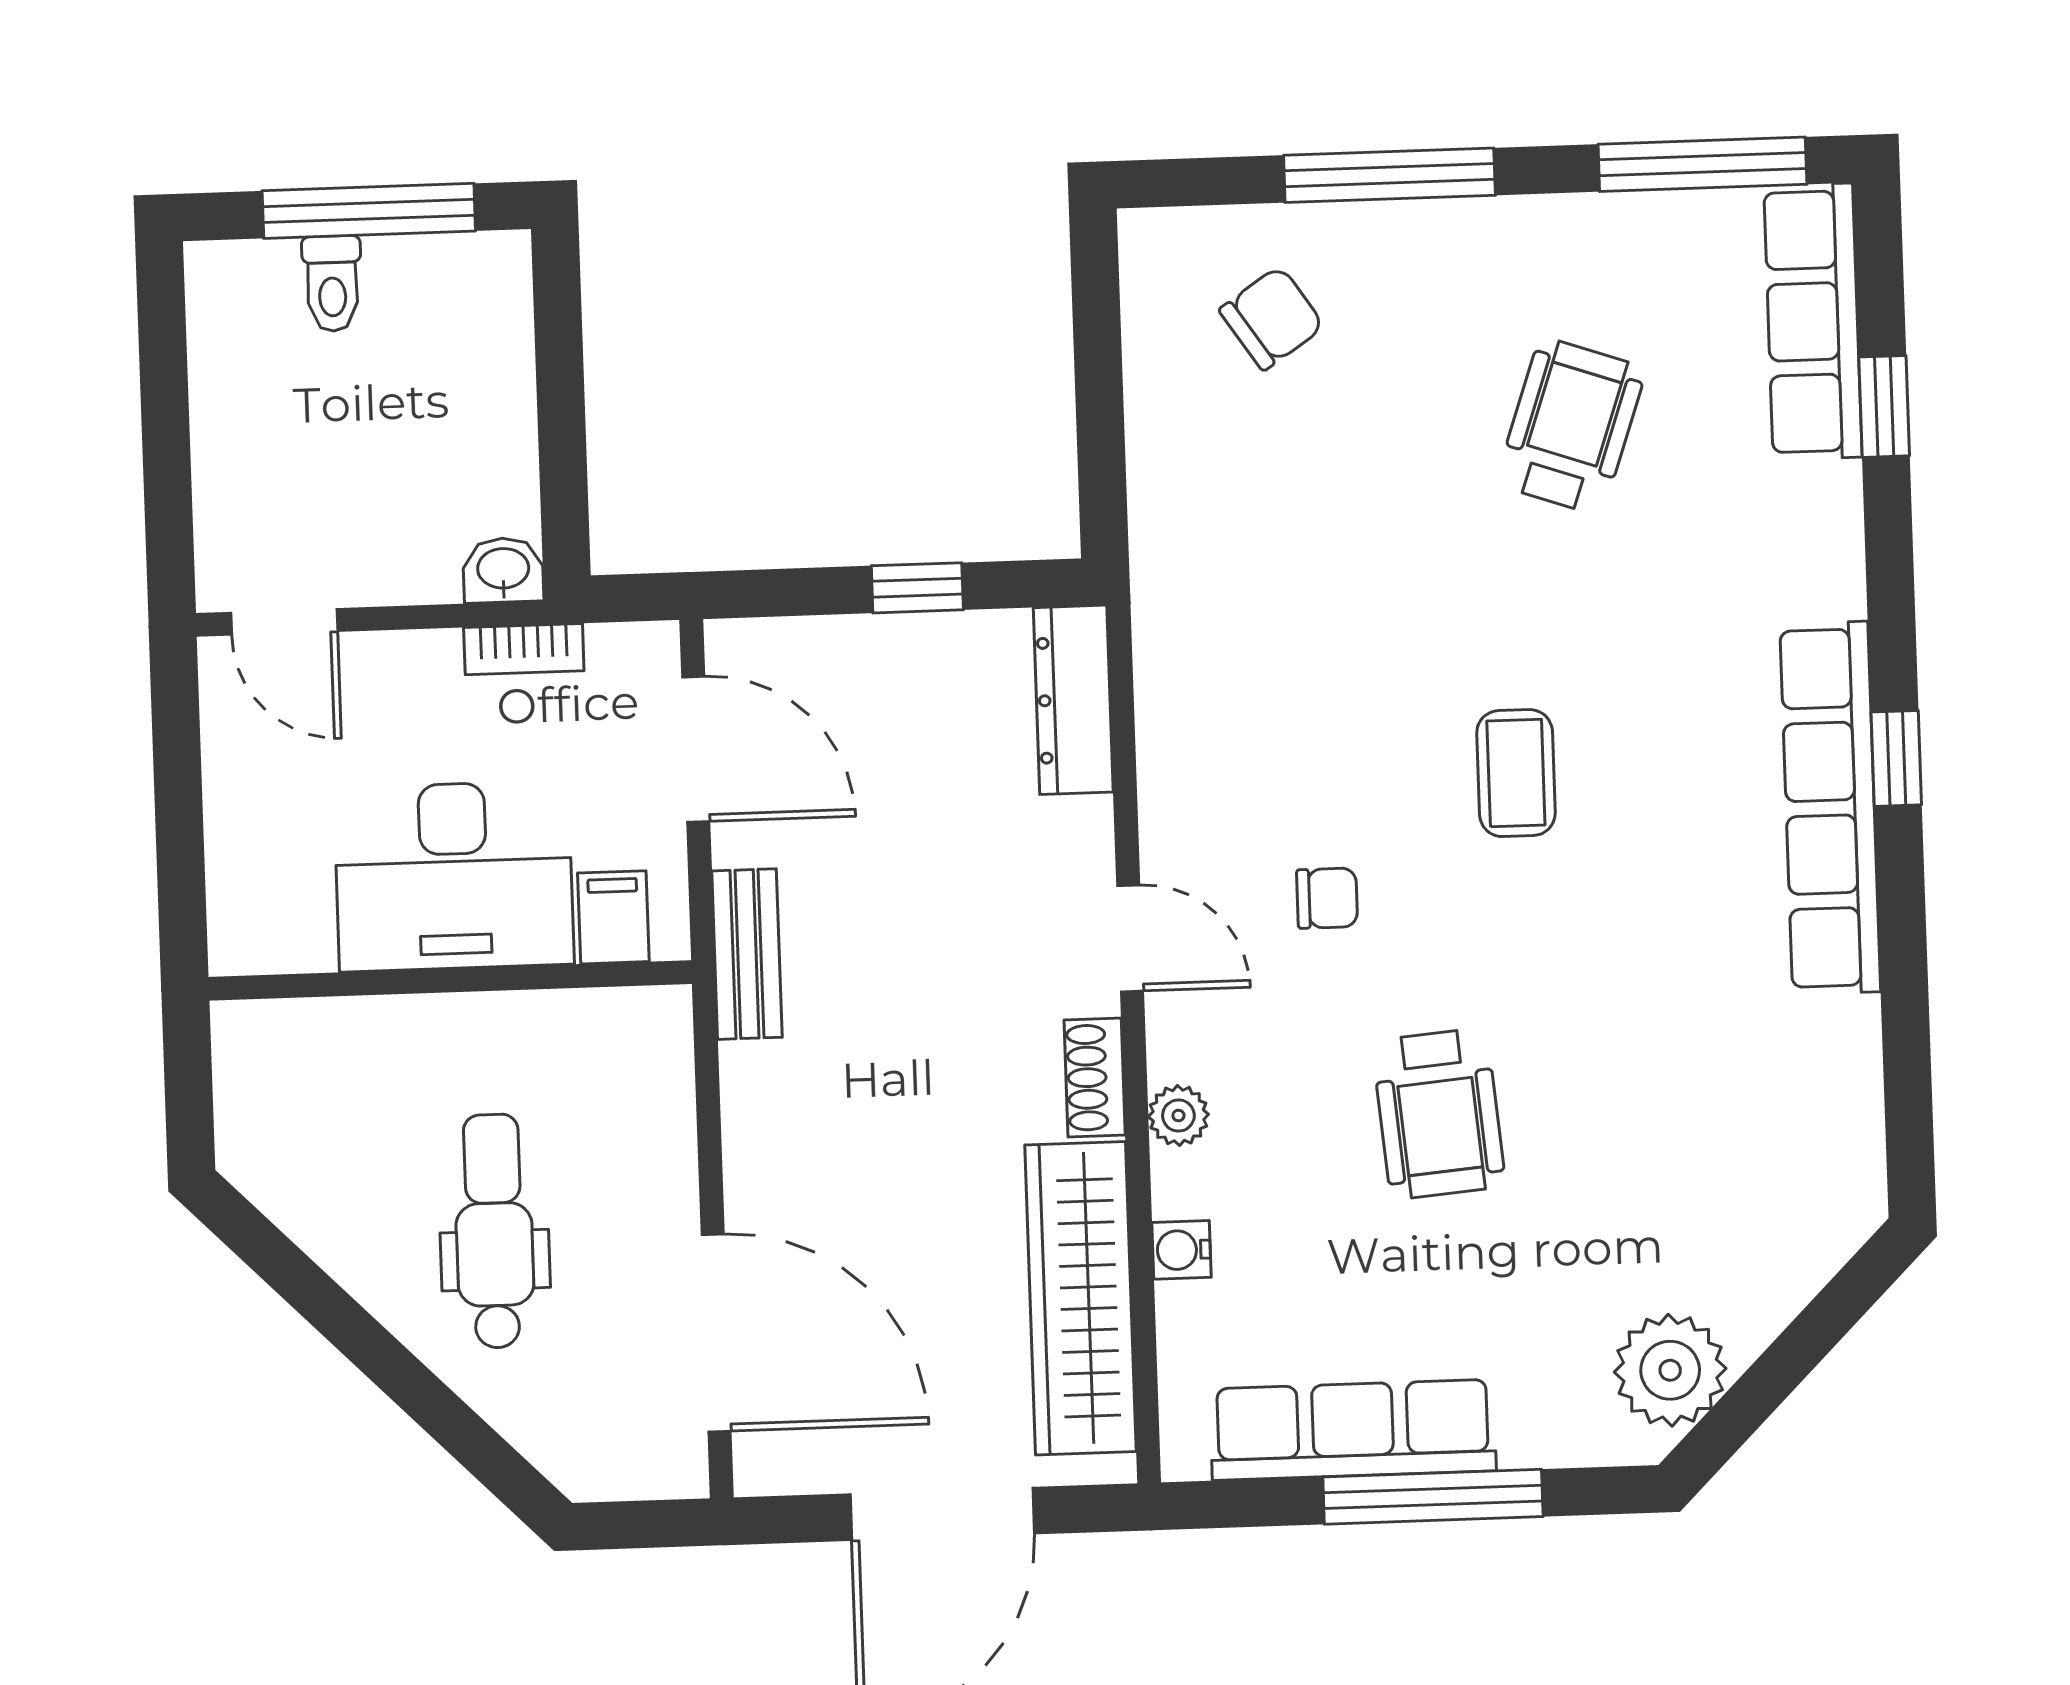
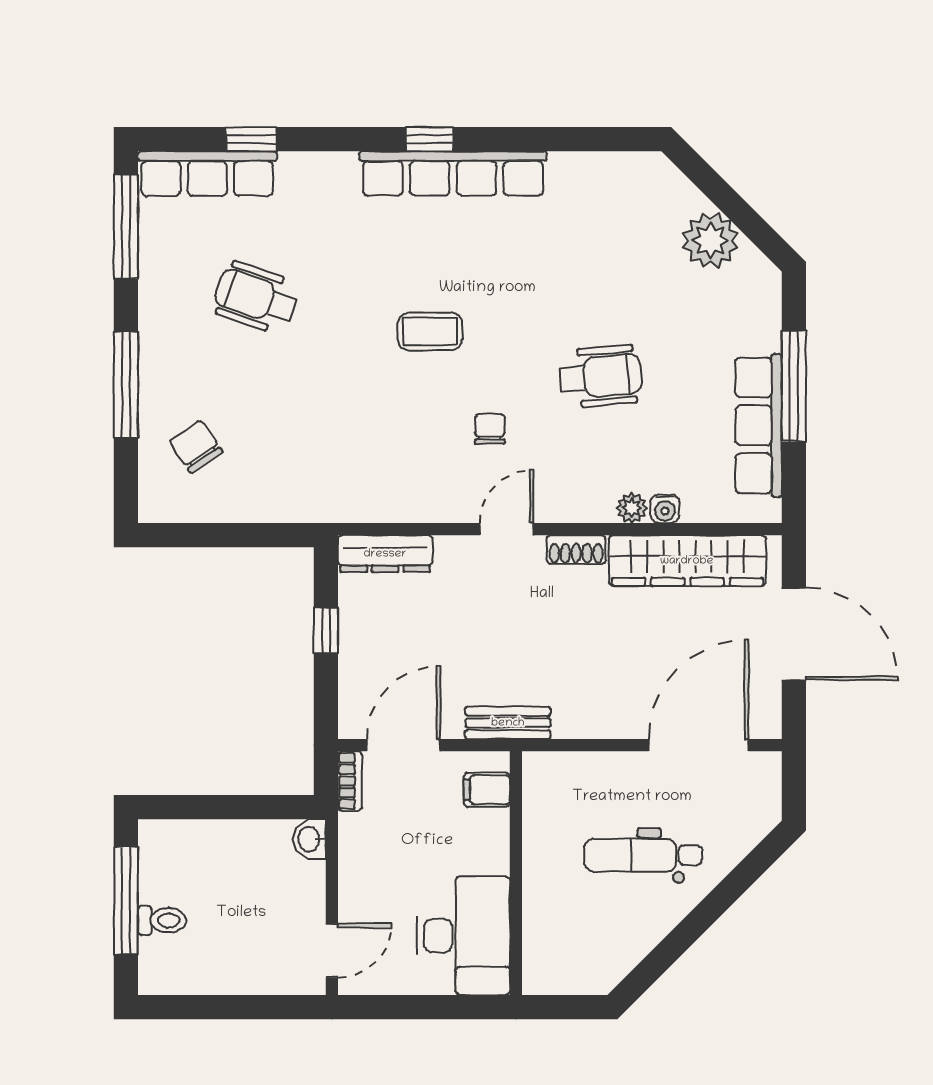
bookcase: (524, 649) -> (350, 781), moved
desk: (454, 876) -> (463, 936), moved
plant: (1178, 1116) -> (632, 508), moved
plant: (1670, 1370) -> (710, 240), moved

